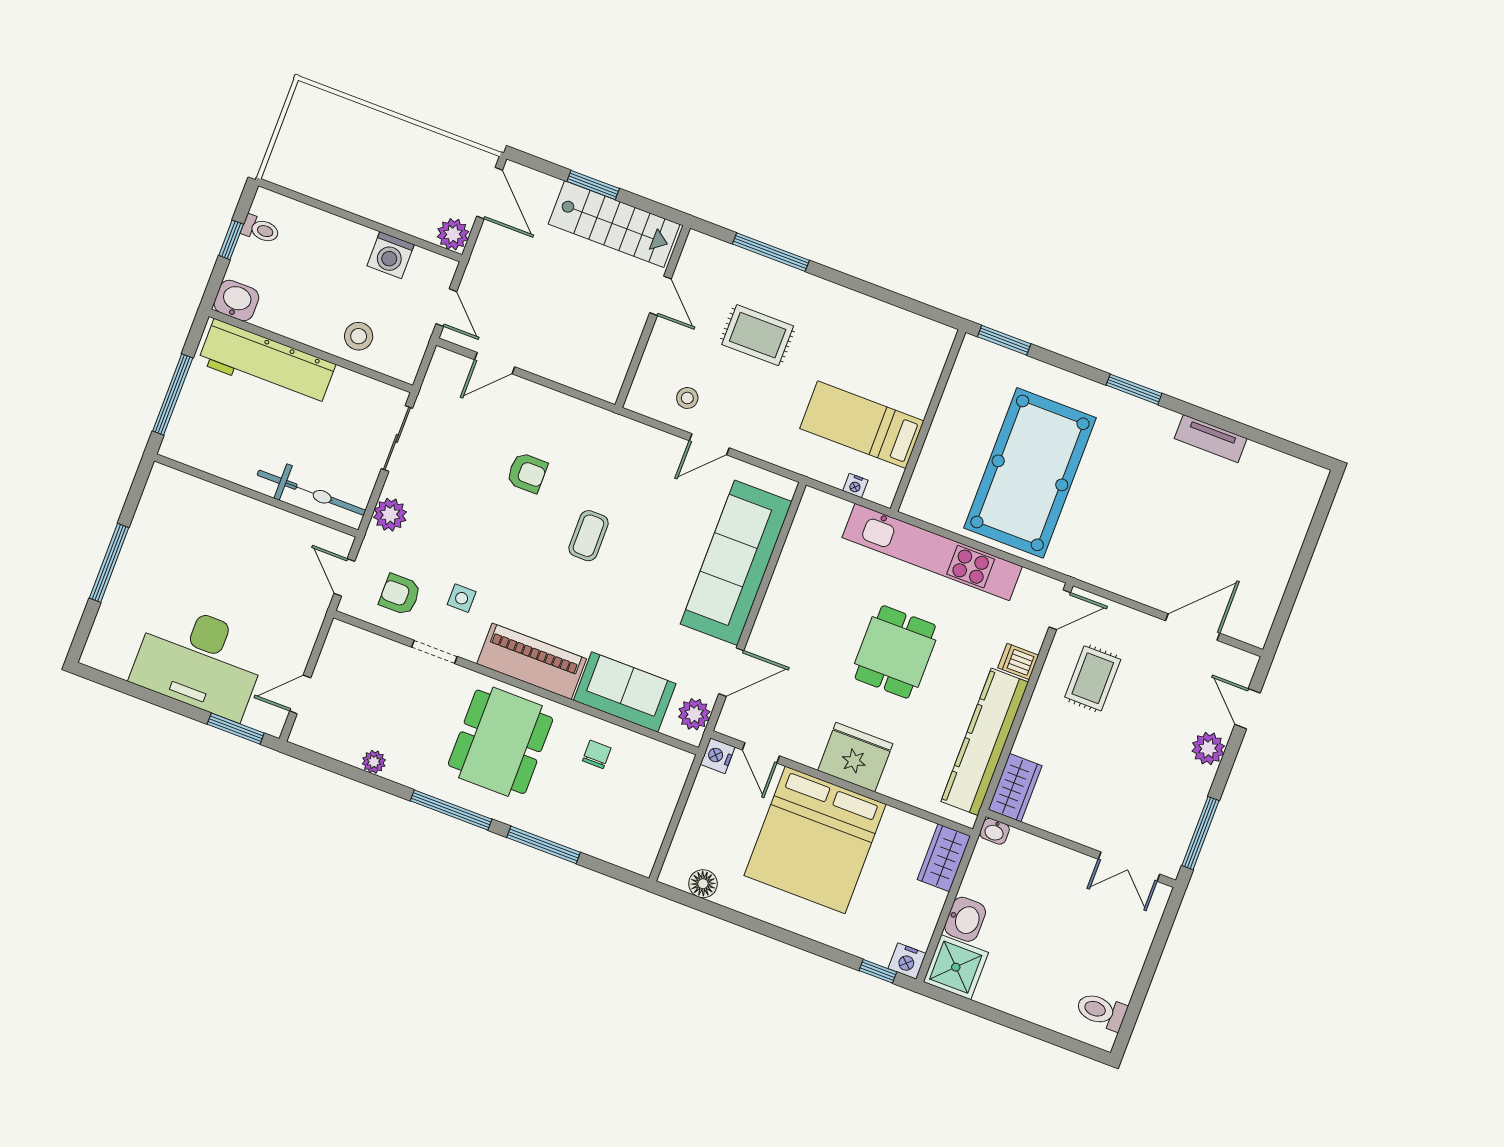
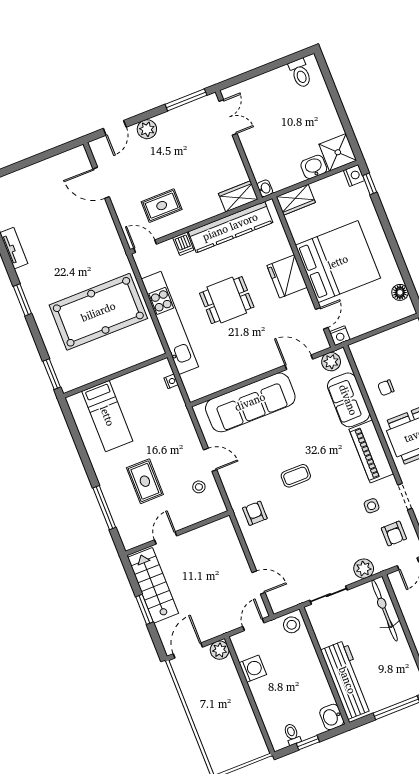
stool: (359, 336) -> (292, 625), moved
bed: (862, 425) -> (107, 416), moved
armchair: (527, 473) -> (255, 513), moved

